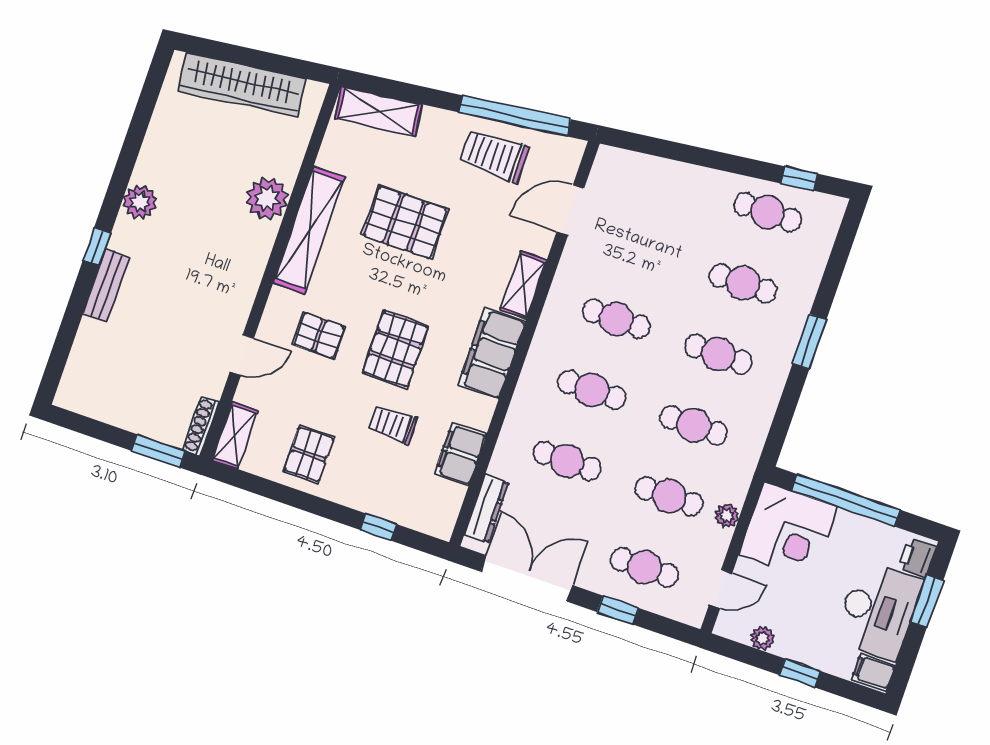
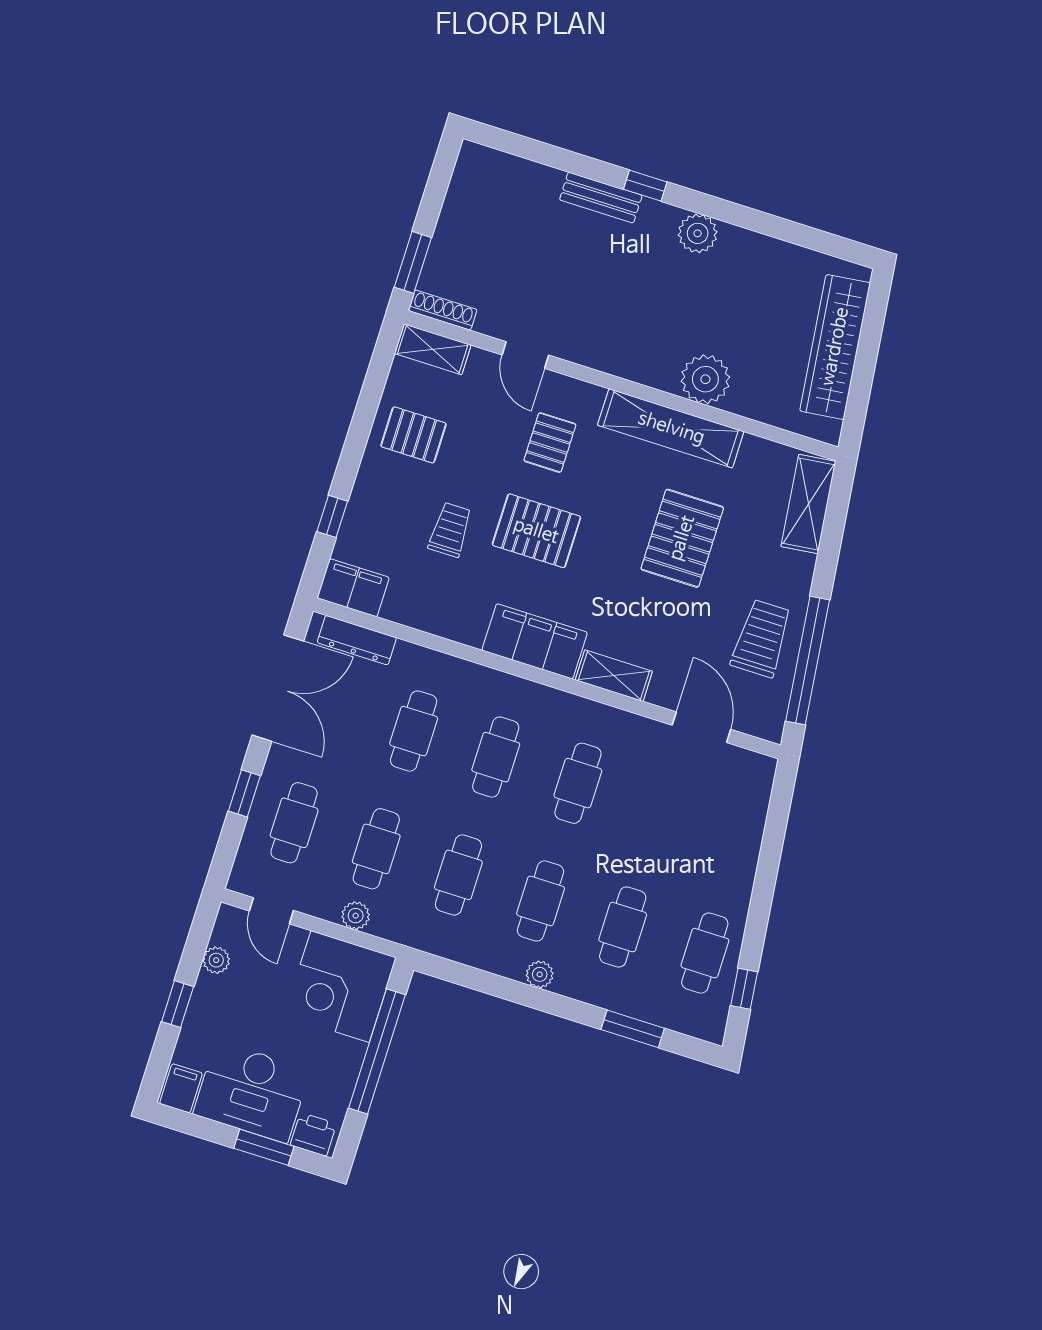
window: (809, 342) -> (633, 1029), moved
plant: (782, 357) -> (540, 974), added
filing cabinet: (460, 454) -> (353, 588), moved

